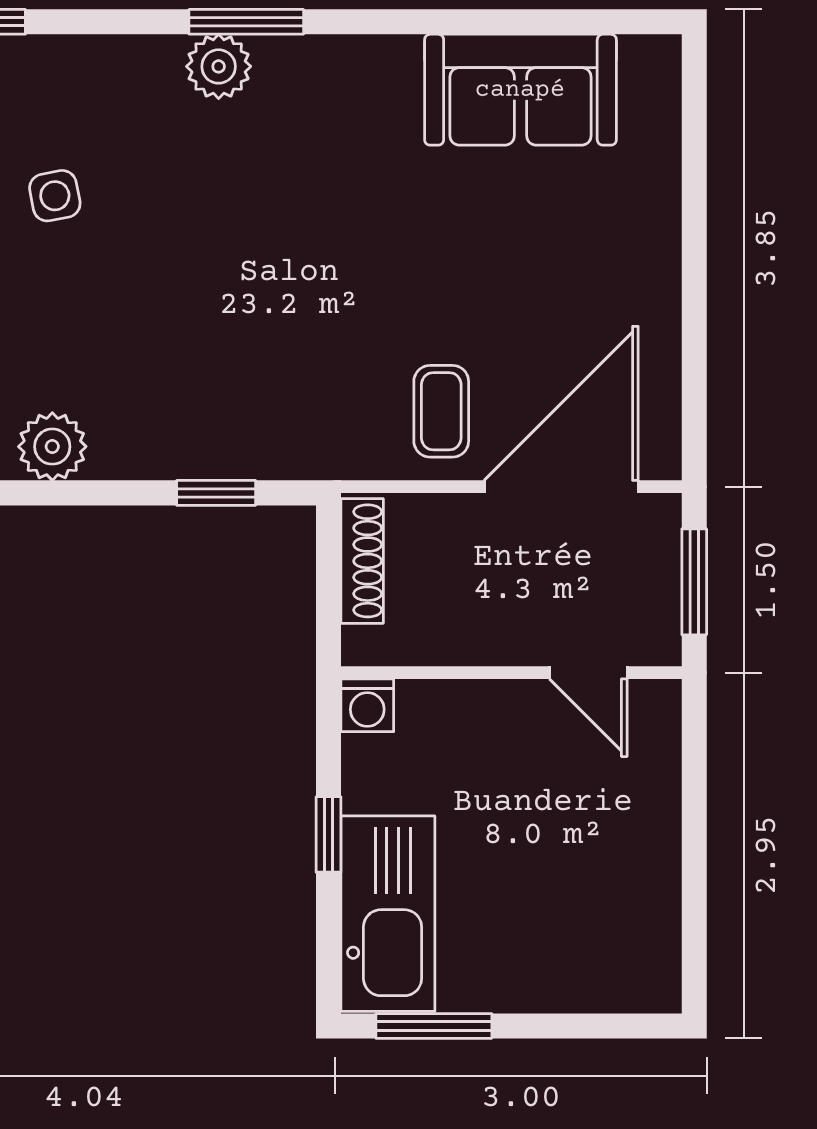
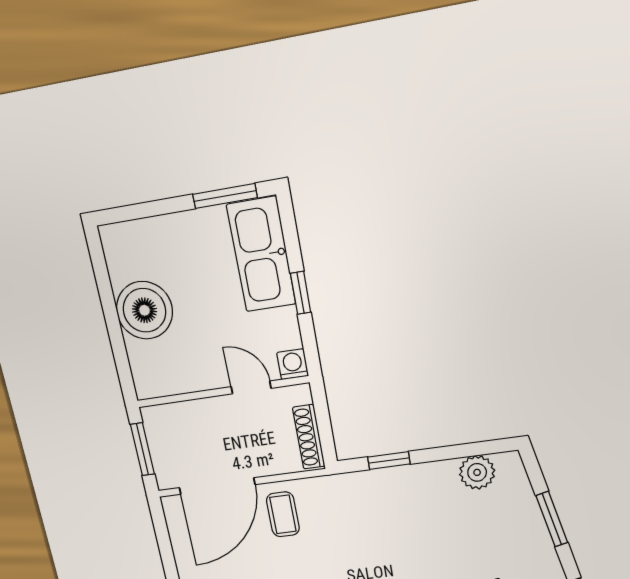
door: (588, 673) -> (251, 387), moved
boiler: (628, 848) -> (144, 310), added

